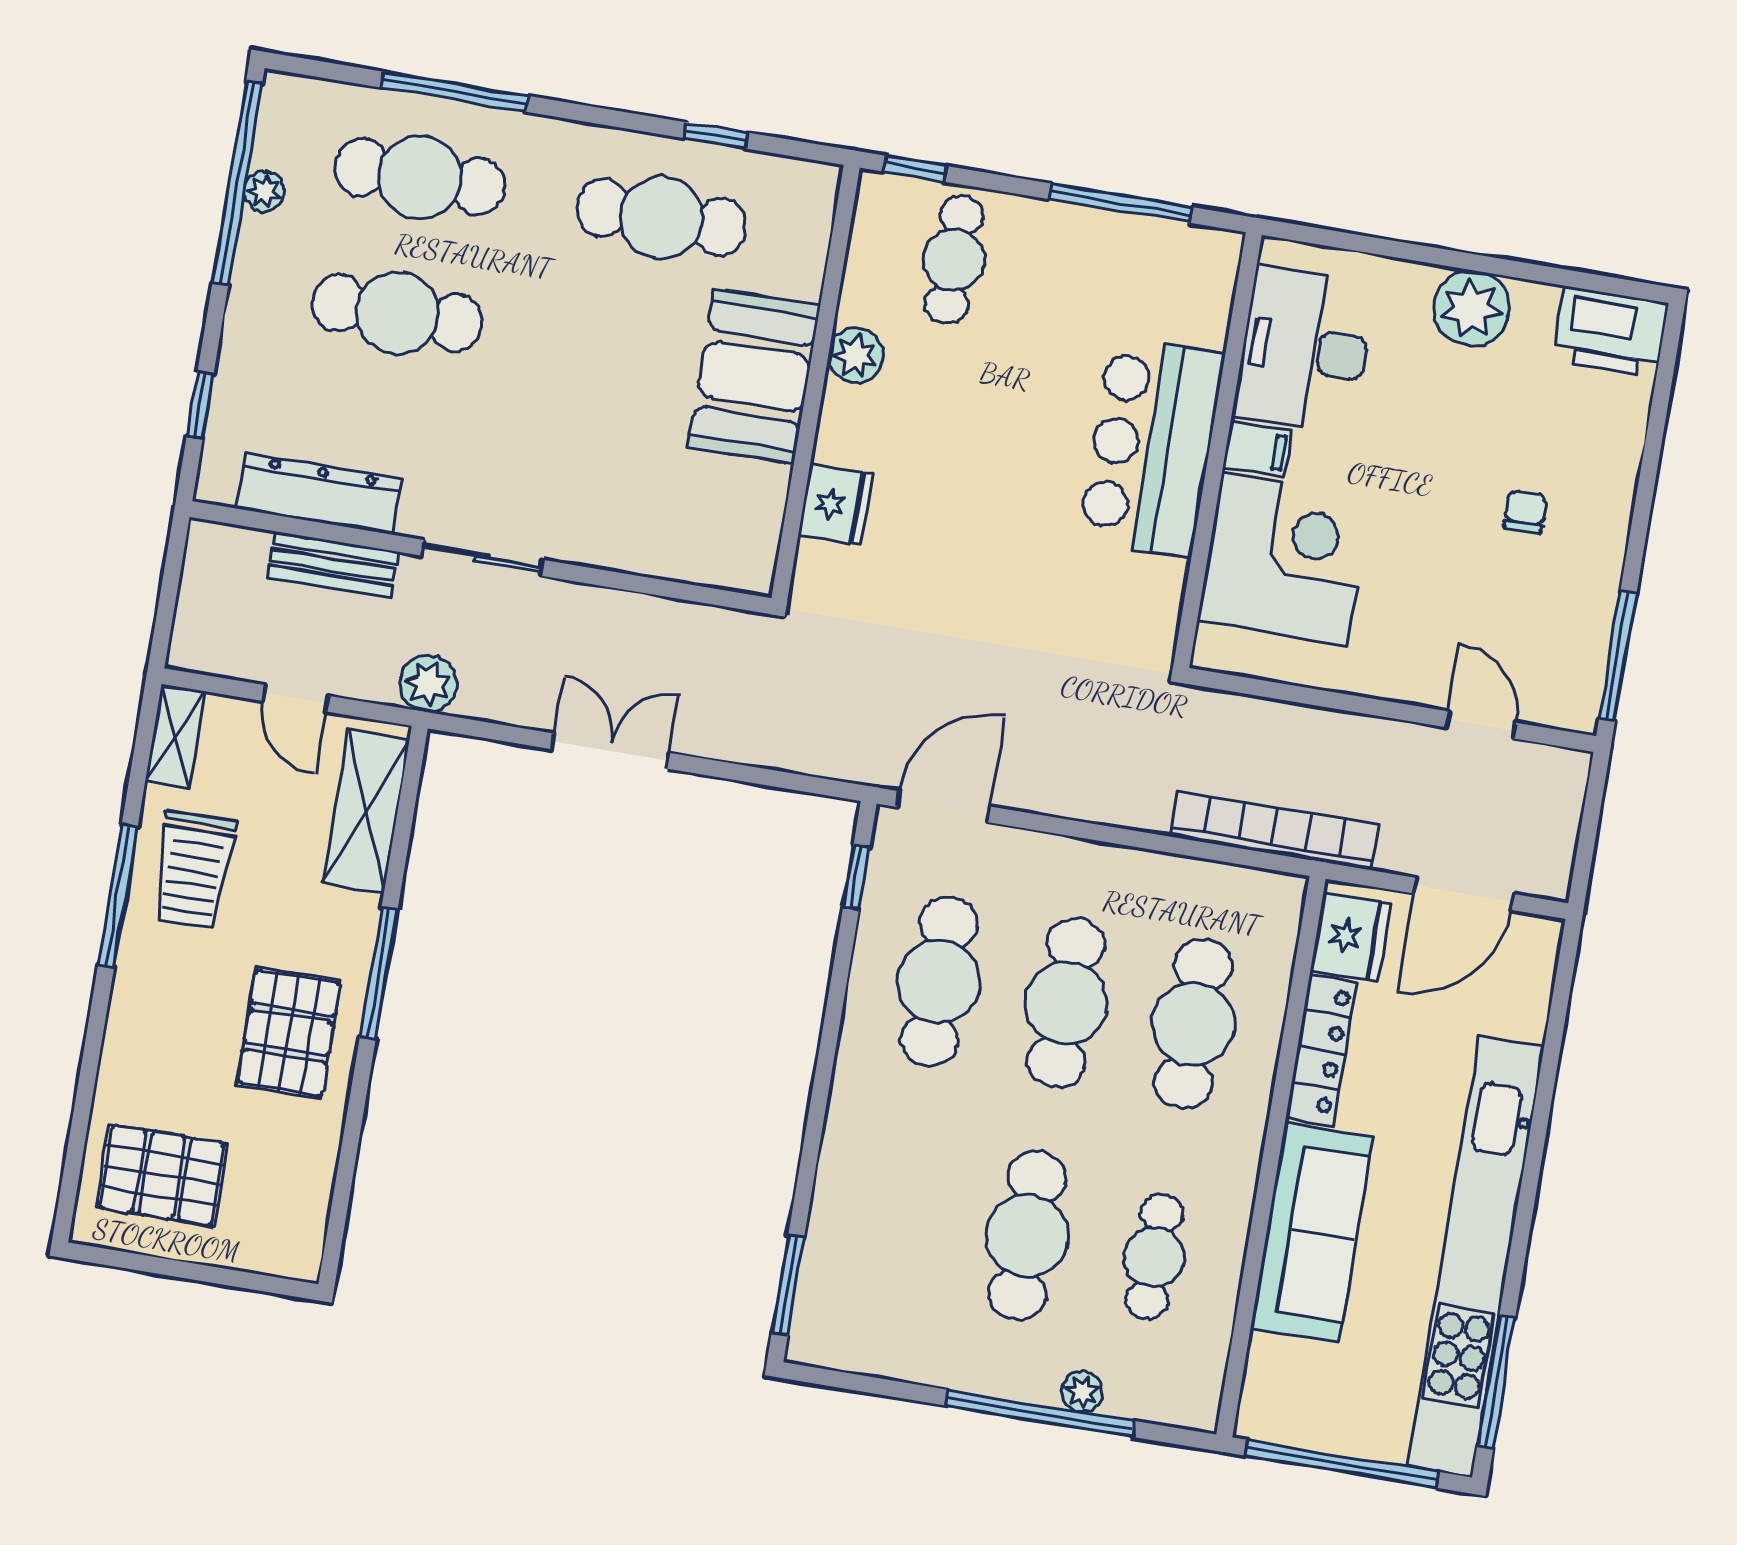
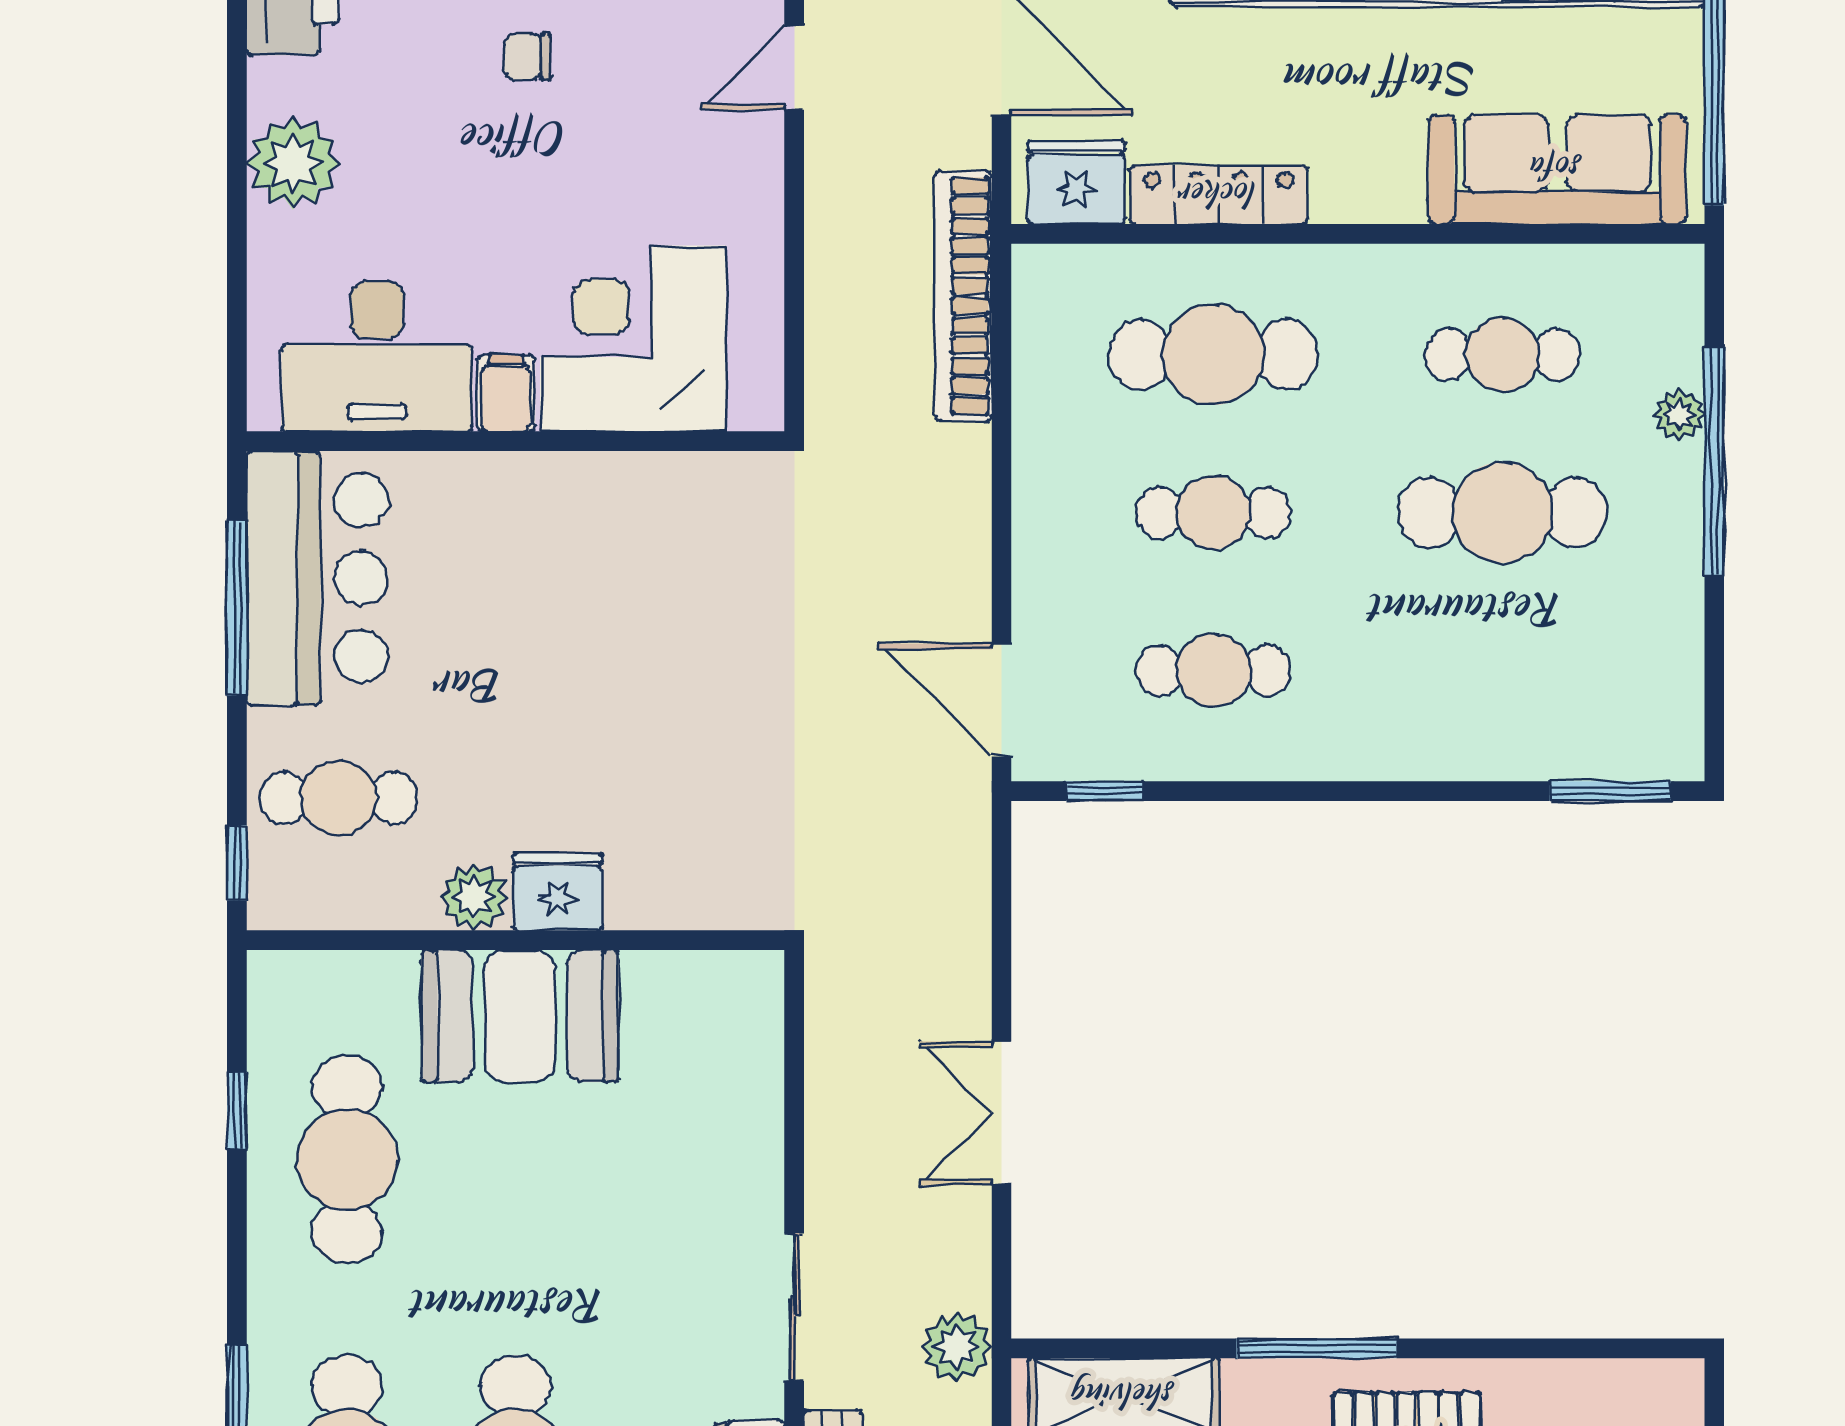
bar counter: (1151, 447) -> (317, 578), moved, turned -90
fridge: (835, 505) -> (558, 892), moved
cafe table: (939, 981) -> (1213, 670), width x0.73, depth x0.74
cafe table: (1066, 1003) -> (1213, 512), width x0.73, depth x0.74
sofa: (1312, 1233) -> (1557, 169), moved

